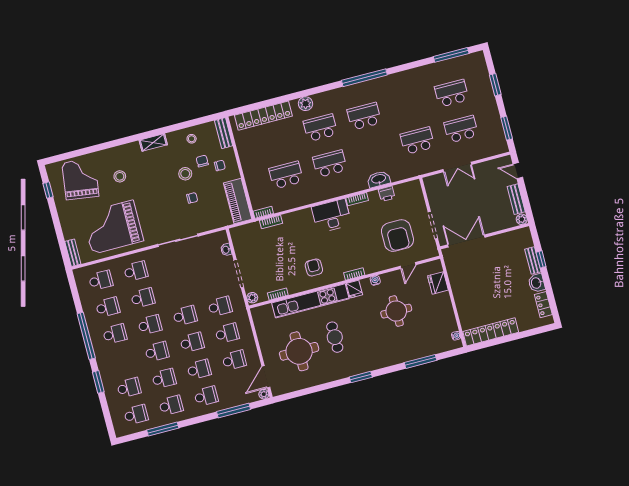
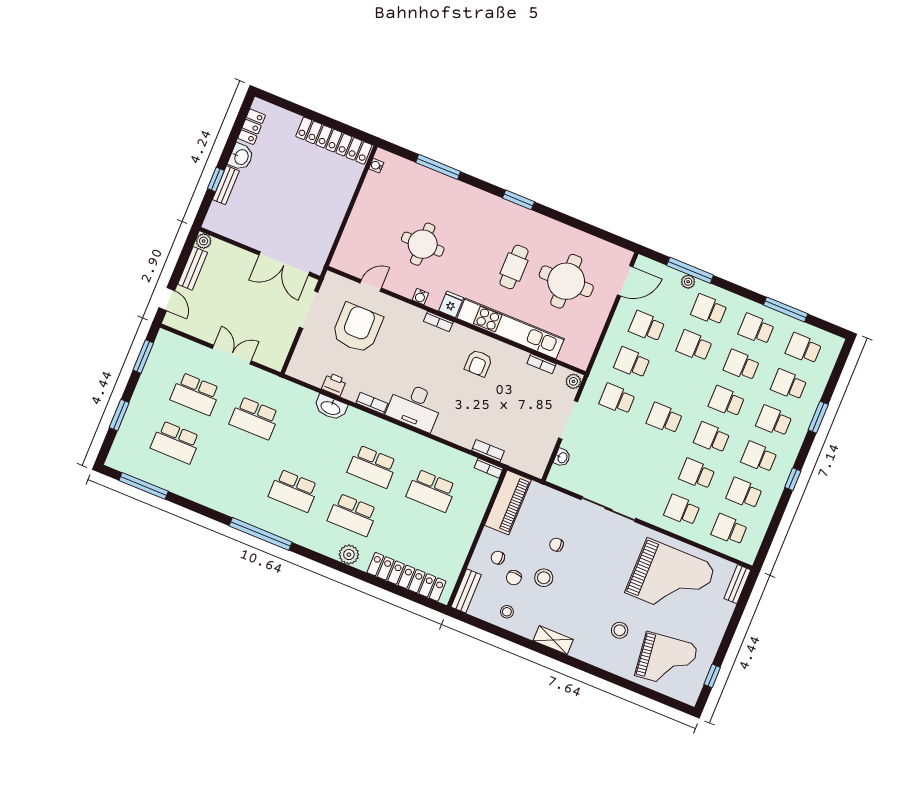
grand piano: (80, 179) -> (666, 660), turned -105
fridge: (438, 283) -> (352, 240), removed
window: (86, 336) -> (793, 479), width x0.32
school desk: (192, 342) -> (774, 421), moved
plant: (264, 394) -> (688, 282), moved

